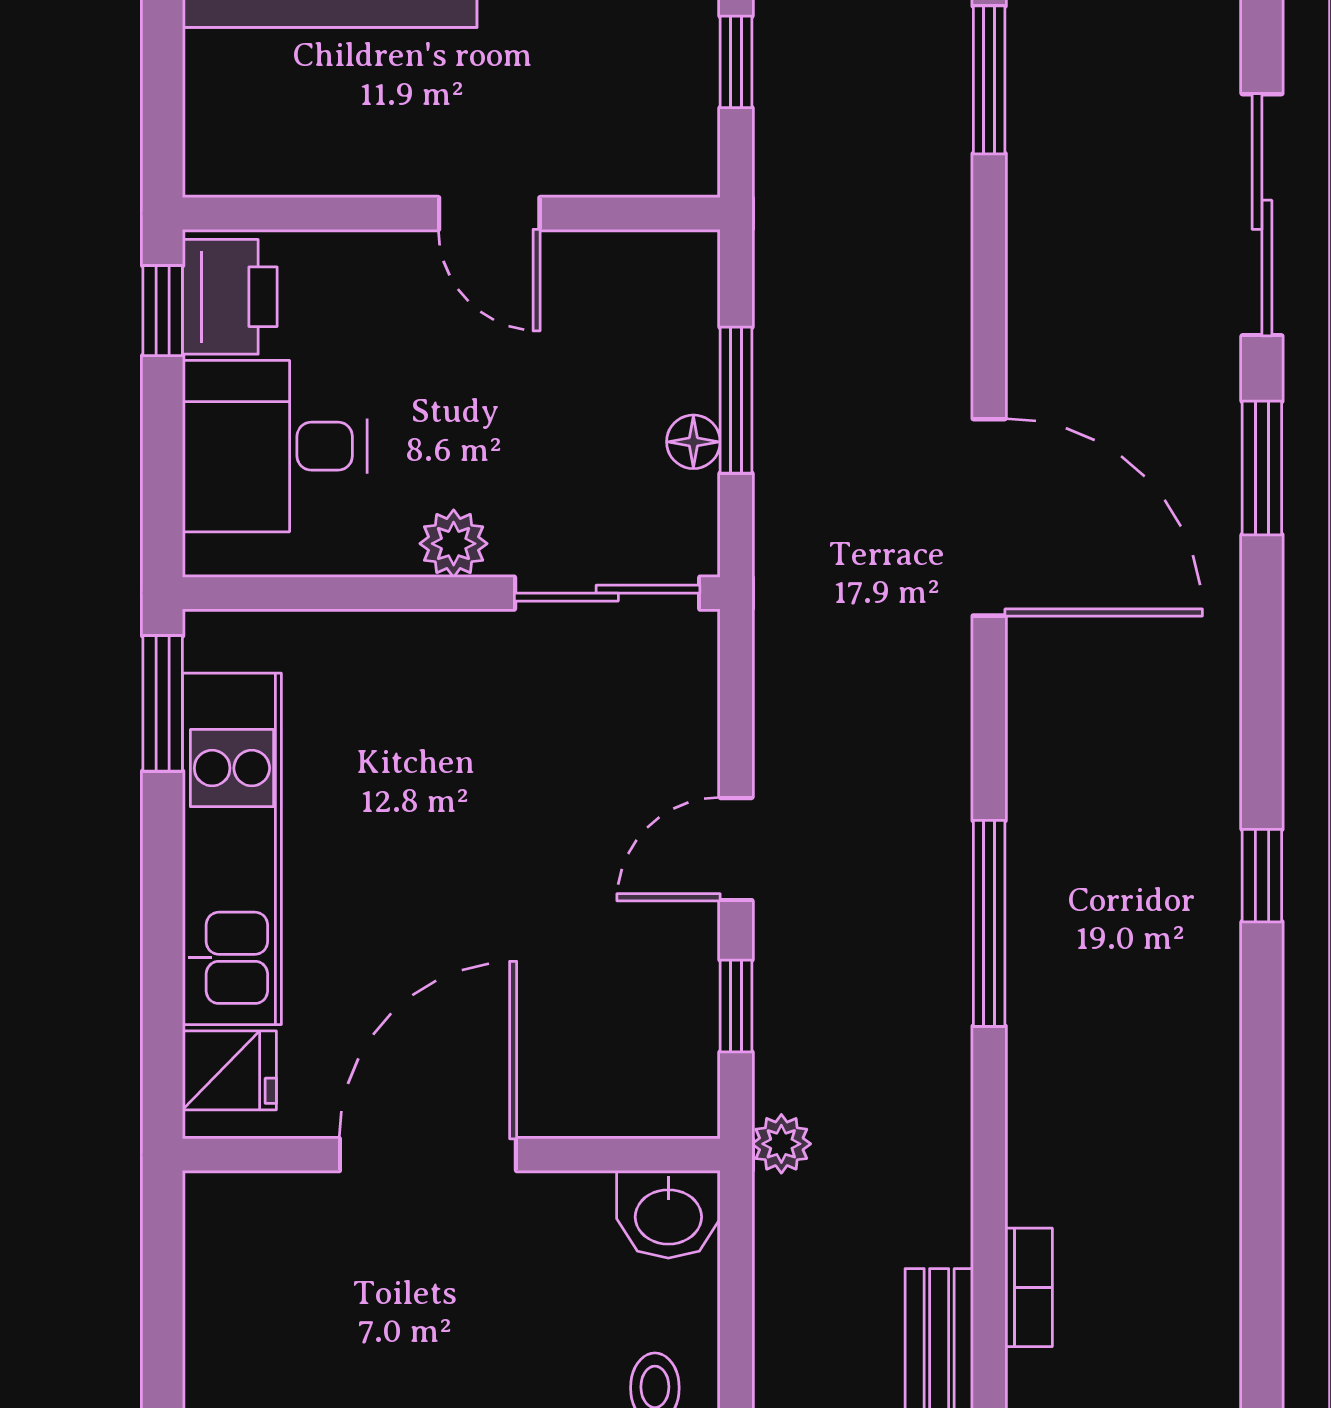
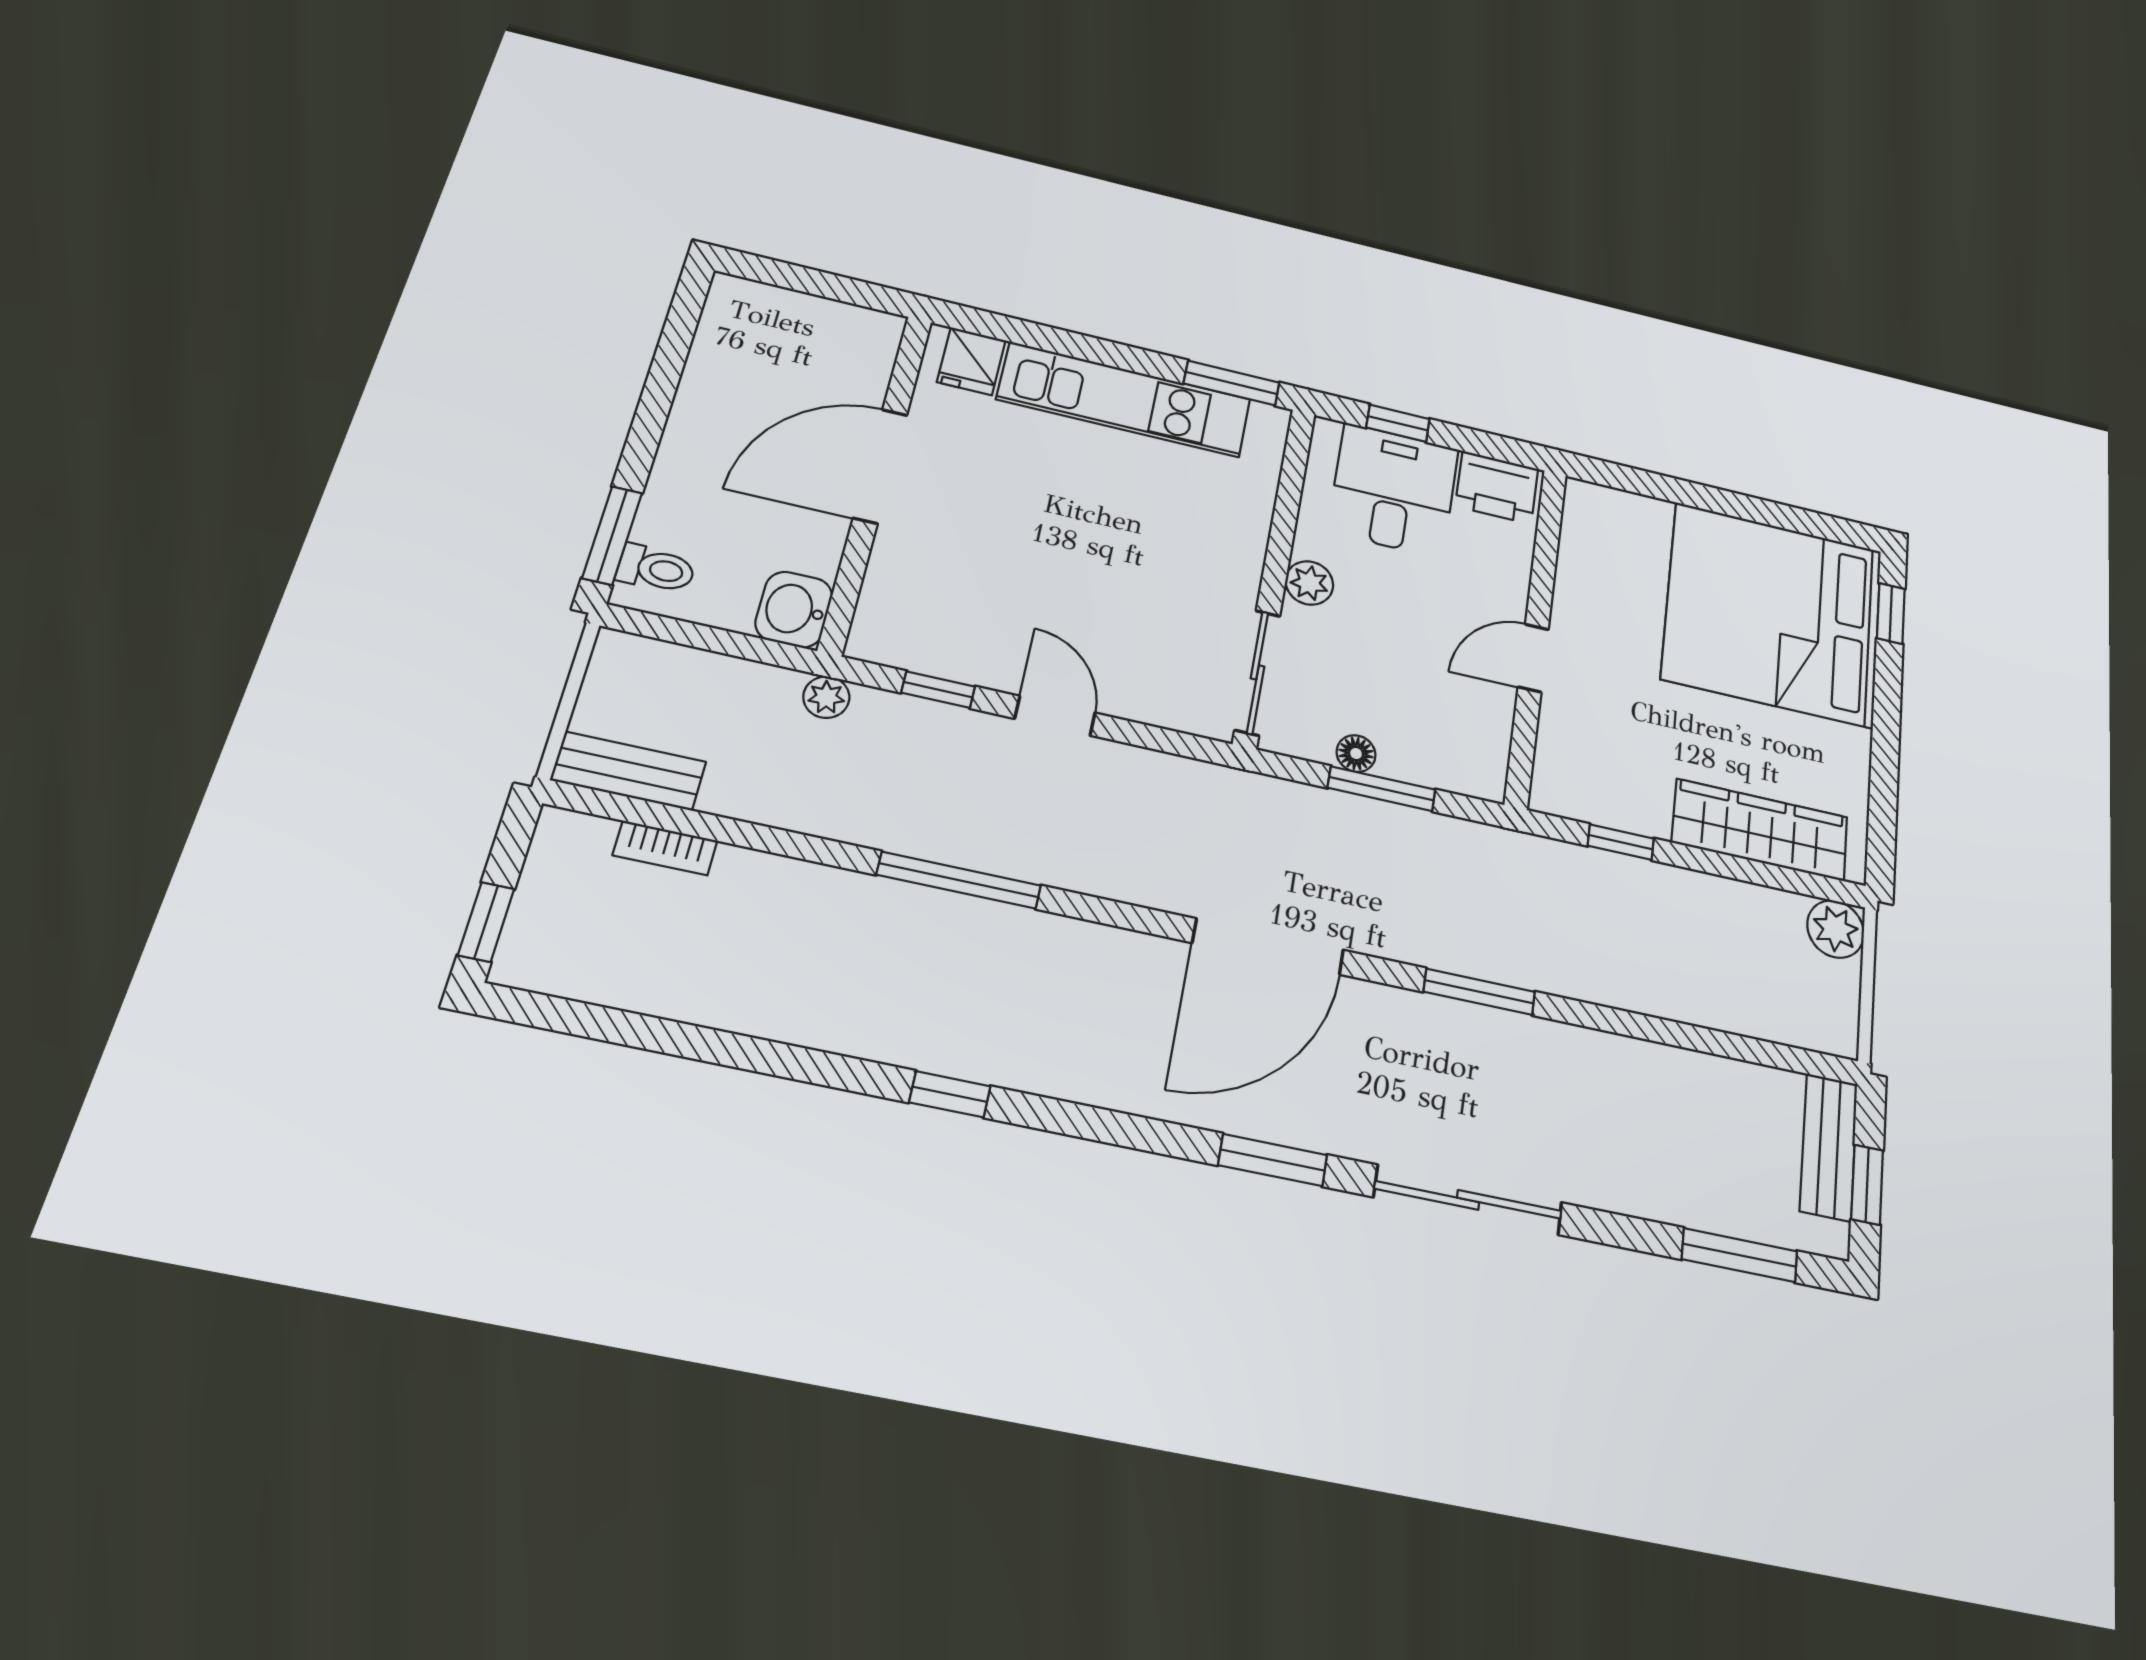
window: (989, 80) -> (1479, 992), moved
window: (163, 311) -> (1398, 423), moved
door: (428, 1155) -> (880, 466), swing flipped

